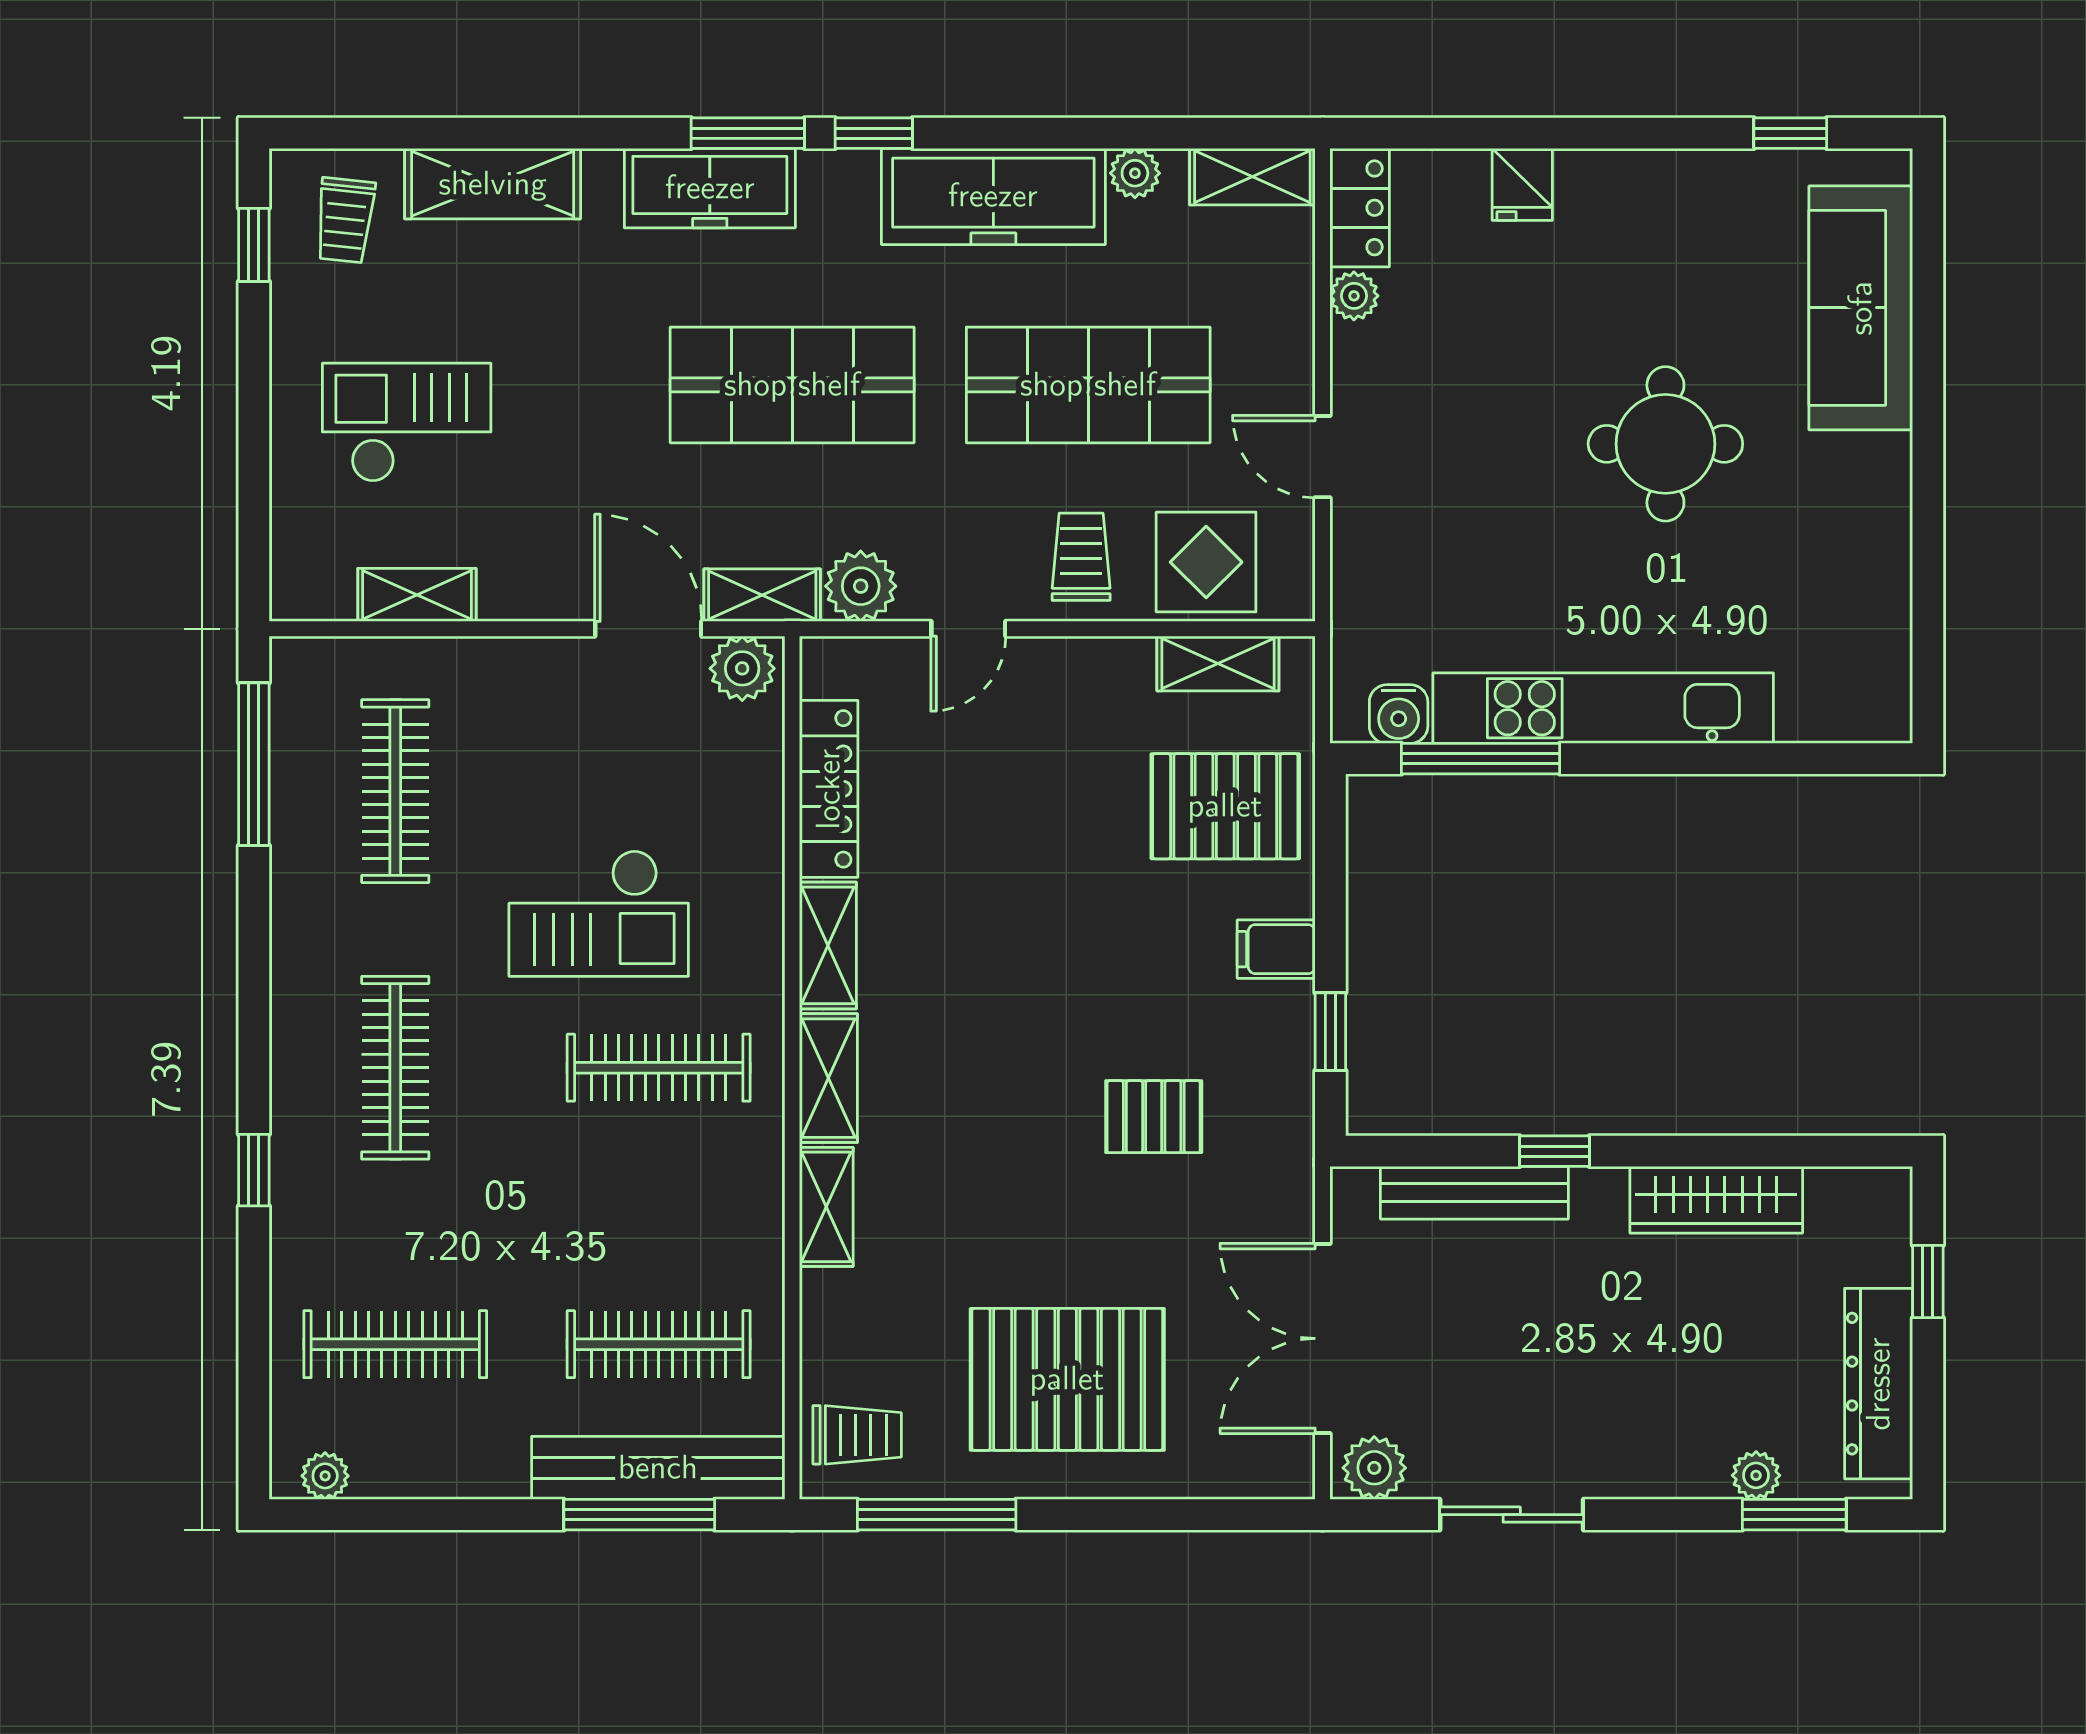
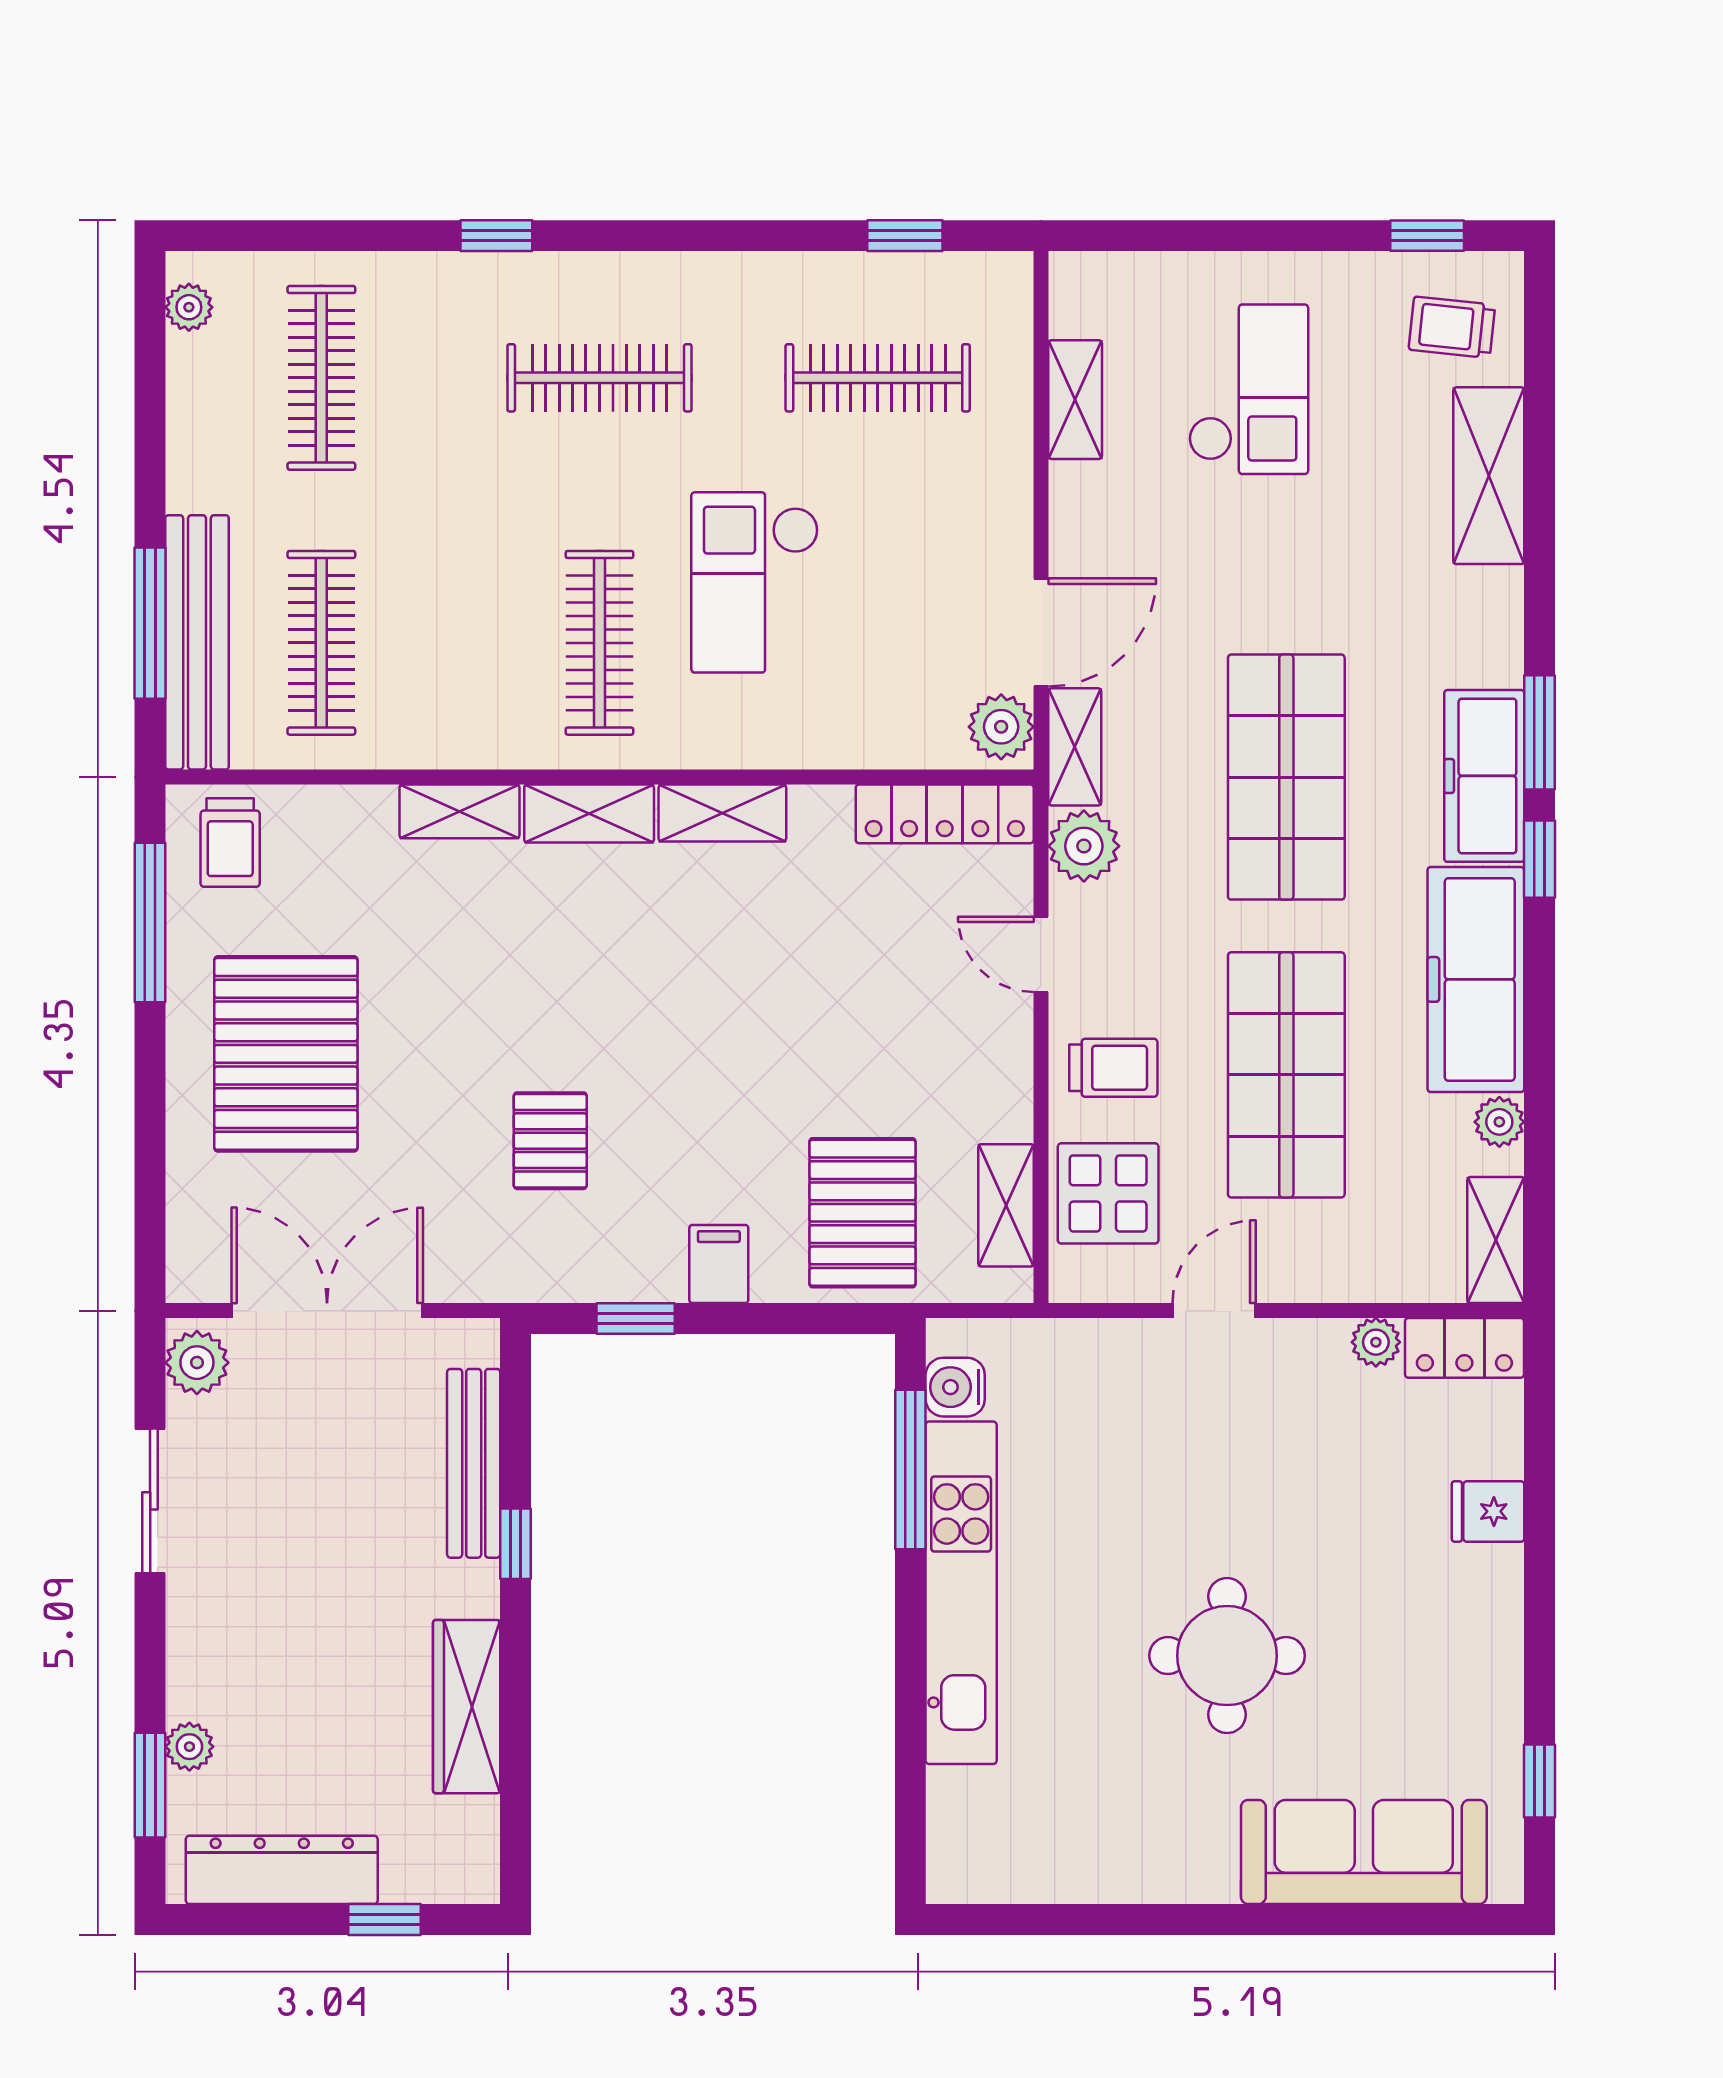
freezer: (710, 188) -> (1484, 776), moved
window: (254, 764) -> (905, 236), width x0.46
locker: (829, 789) -> (945, 814), moved

